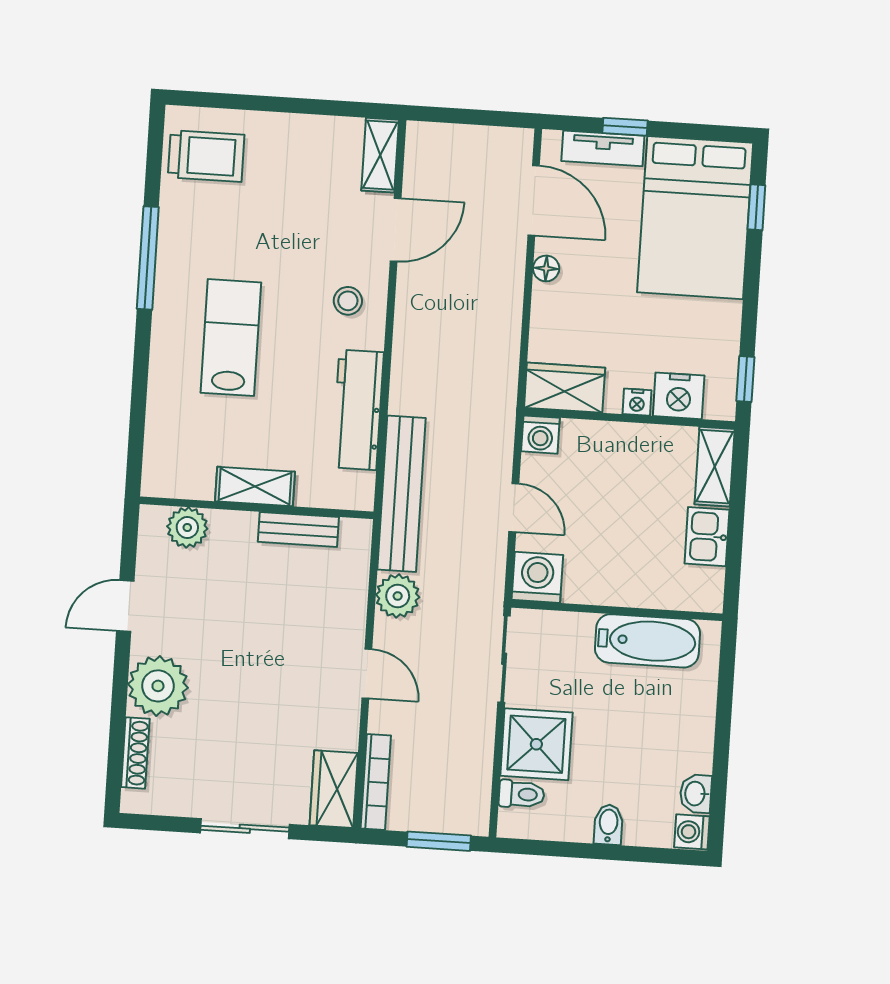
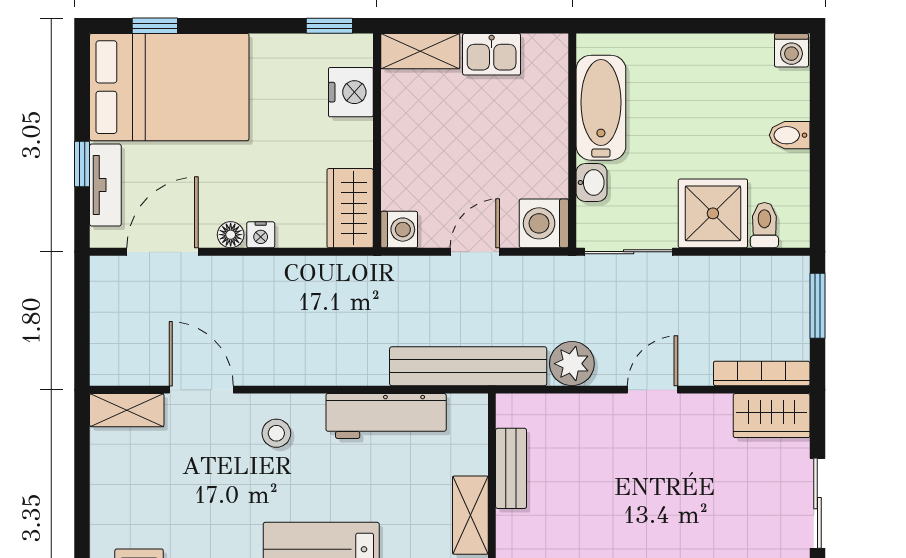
nightstand: (637, 402) -> (261, 235), moved, turned 90
washbasin: (696, 794) -> (592, 183), moved, turned -90

